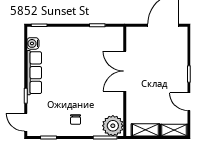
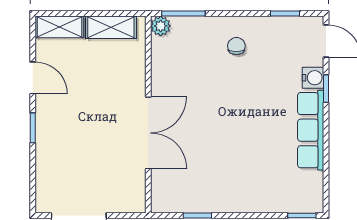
water cooler: (33, 43) -> (313, 78), moved
plant: (113, 126) -> (161, 26), width x0.53, depth x0.53

